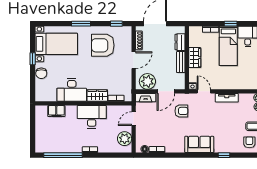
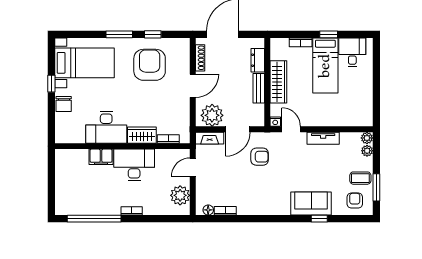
window: (116, 24) -> (153, 34), moved
armchair: (103, 45) -> (150, 65), turned 90
wardrobe: (195, 58) -> (278, 82), width x1.50
filing cabinet: (56, 111) -> (101, 157), moved
sofa: (199, 144) -> (311, 203), moved

